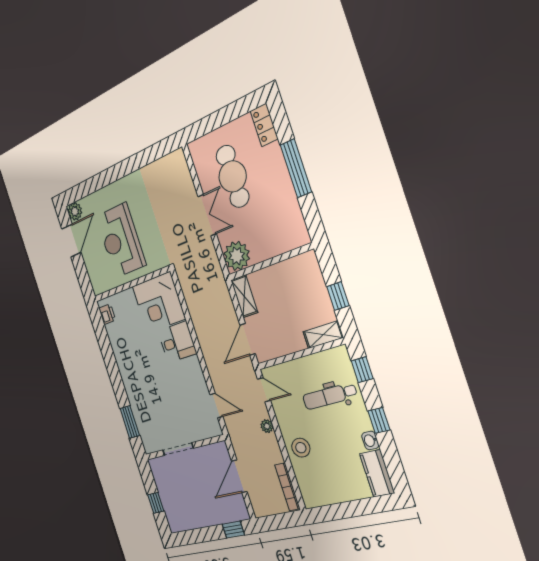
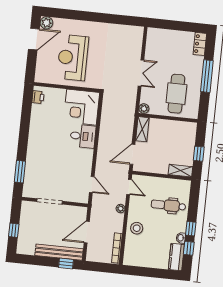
cafe table: (233, 176) -> (176, 94), moved
plant: (237, 256) -> (144, 109), width x0.53, depth x0.53
window: (362, 370) -> (189, 248), moved
bench: (218, 516) -> (59, 252), added

